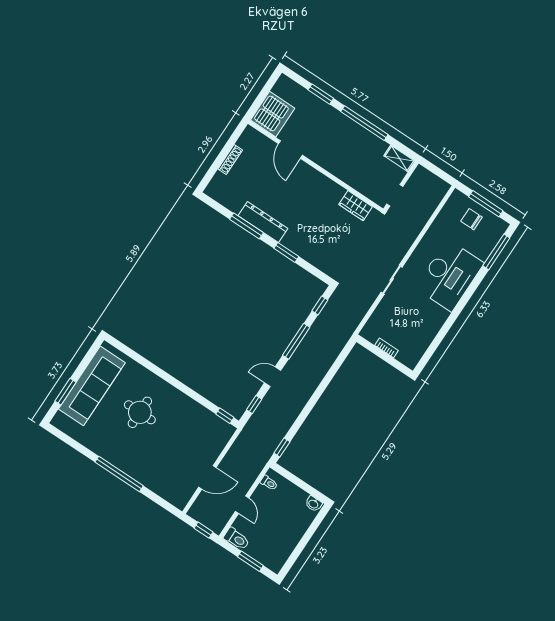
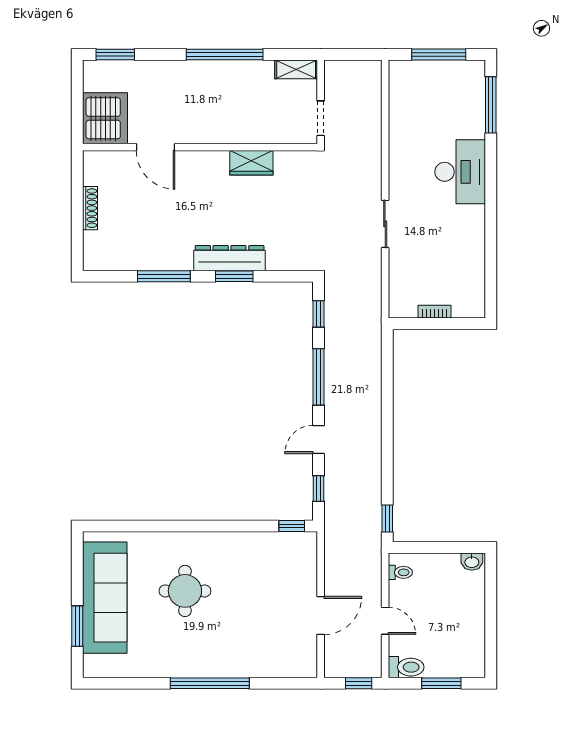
window: (321, 94) -> (115, 54), moved
wardrobe: (356, 206) -> (251, 163), moved
chair: (471, 219) -> (434, 85), removed
dresser: (263, 222) -> (230, 258), moved
desk: (449, 275) -> (460, 172), width x0.73, depth x0.77

